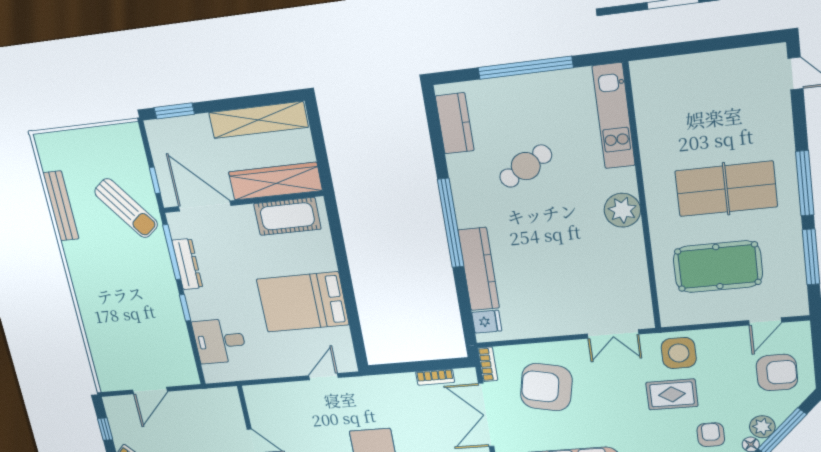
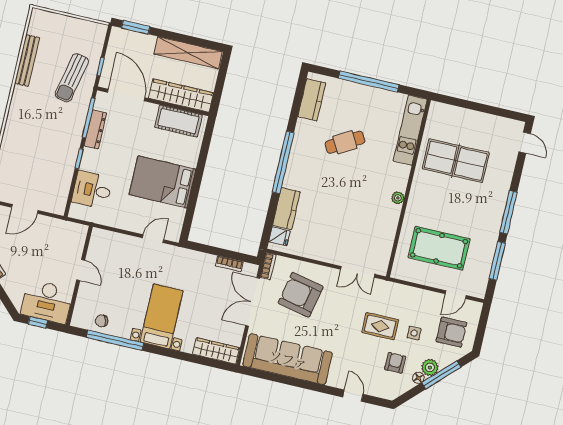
table tennis table: (726, 189) -> (456, 161), moved
sun lounger: (126, 208) -> (72, 78), turned 50
plant: (622, 210) -> (398, 198), width x0.53, depth x0.53
kitchen counter: (479, 269) -> (286, 209), width x0.67
side table: (679, 353) -> (414, 333), moved, width x0.54, depth x0.54

